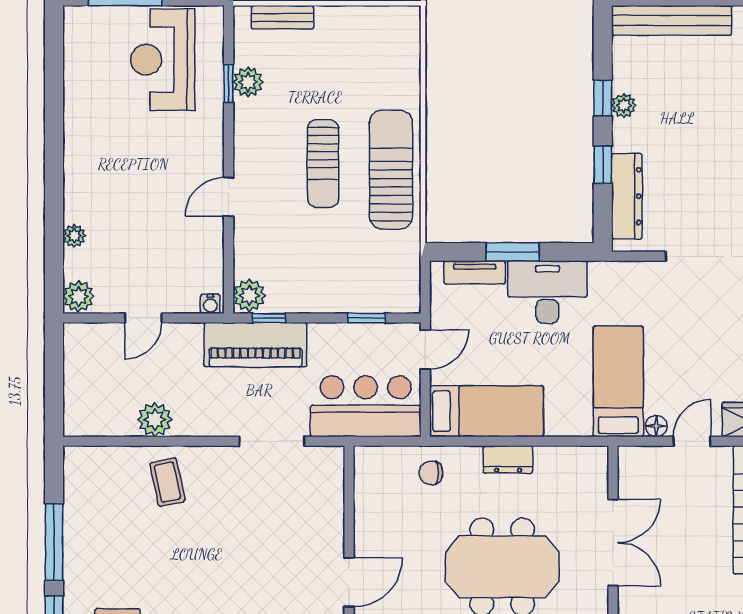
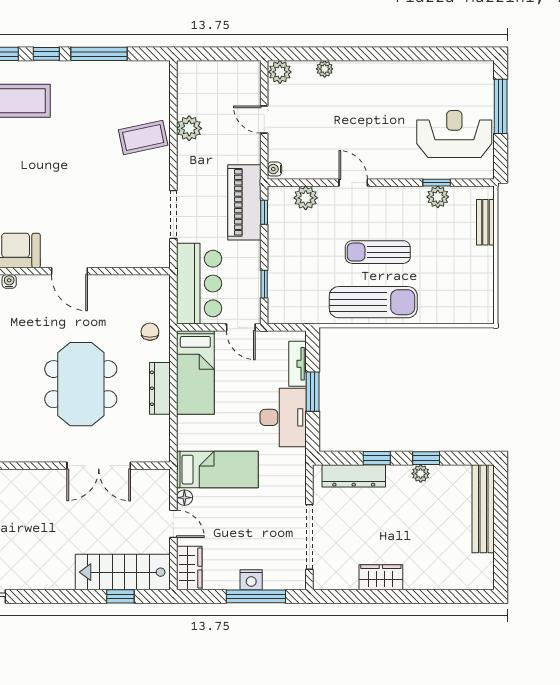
plant: (249, 295) -> (306, 198), moved
dresser: (508, 459) -> (160, 388), width x1.44
coffee table: (167, 482) -> (143, 138), width x1.36, depth x1.30

